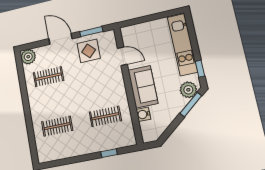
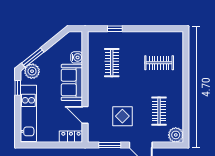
locker: (132, 31) -> (71, 137), added
display table: (89, 51) -> (122, 116), moved
clothes rail: (48, 77) -> (159, 111), turned 90
clothes rail: (105, 116) -> (112, 63), turned 90

